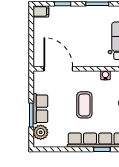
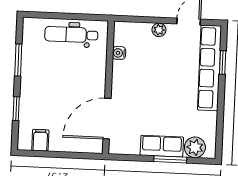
filing cabinet: (41, 11) -> (40, 140), moved
coffee table: (84, 105) -> (159, 84), removed

